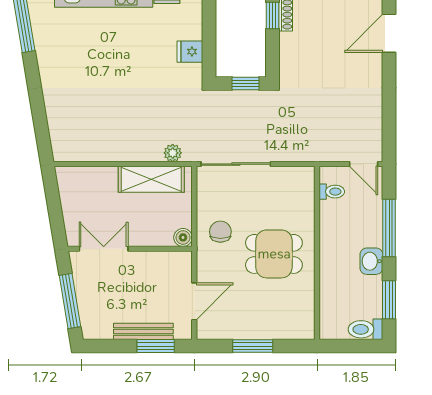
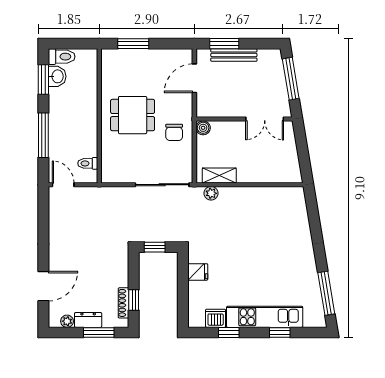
shelving: (151, 179) -> (219, 175), width x0.67, depth x0.75
washbasin: (371, 261) -> (57, 76), moved
window: (253, 346) -> (133, 44), moved

